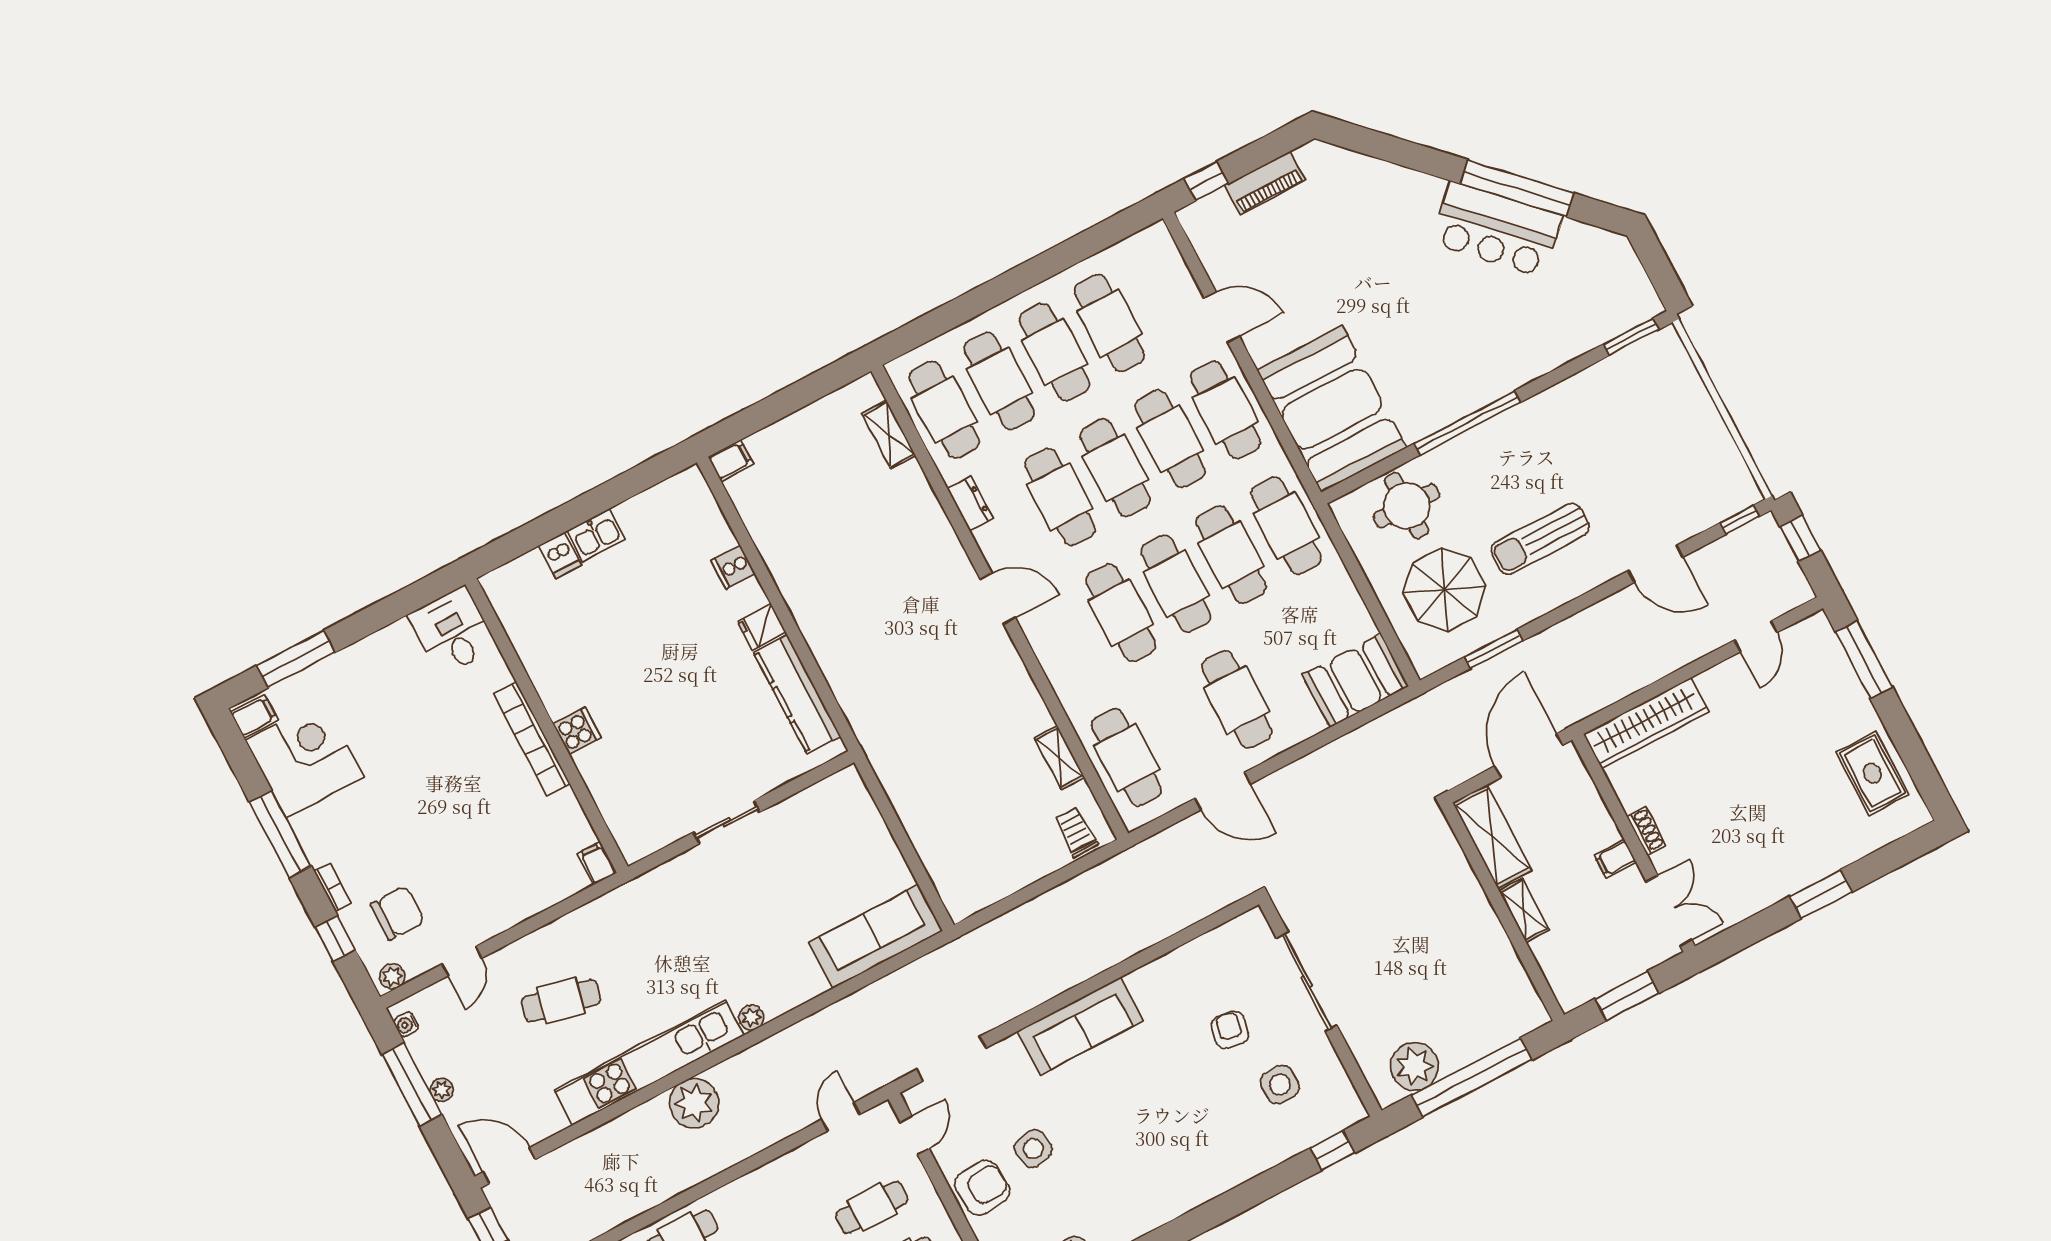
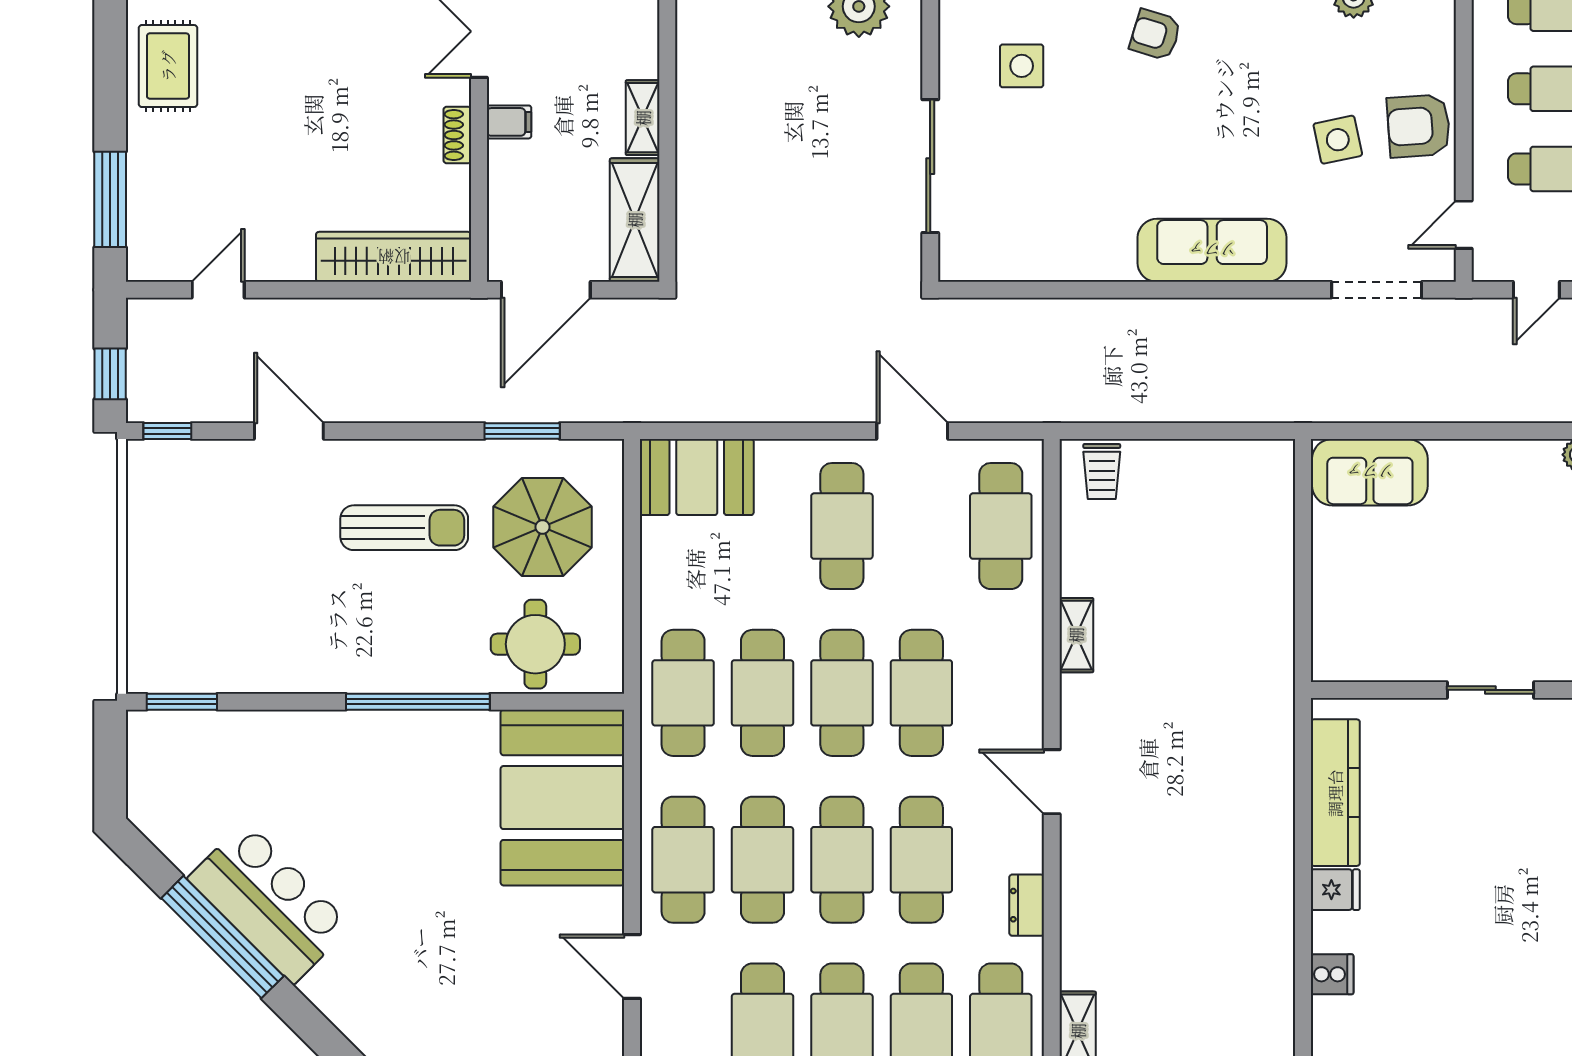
shelving: (1060, 758) -> (1076, 635), moved
sofa: (875, 937) -> (1370, 472), width x0.73
armchair: (1230, 1030) -> (1155, 35), moved, turned 96

